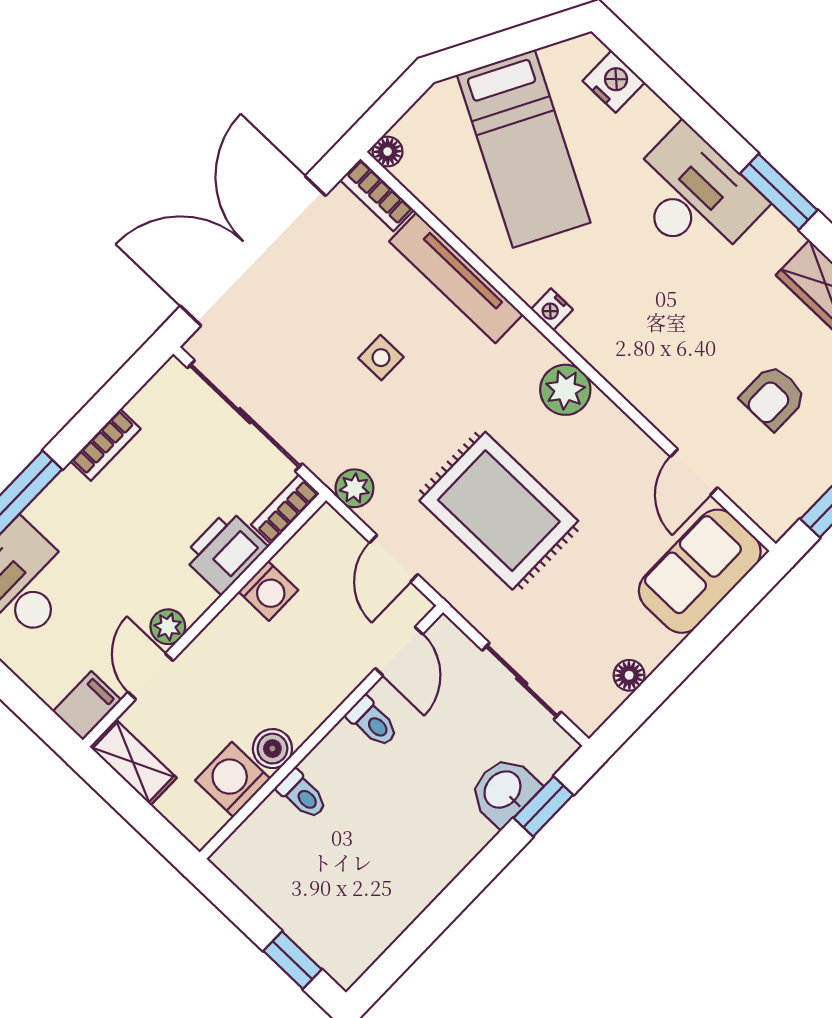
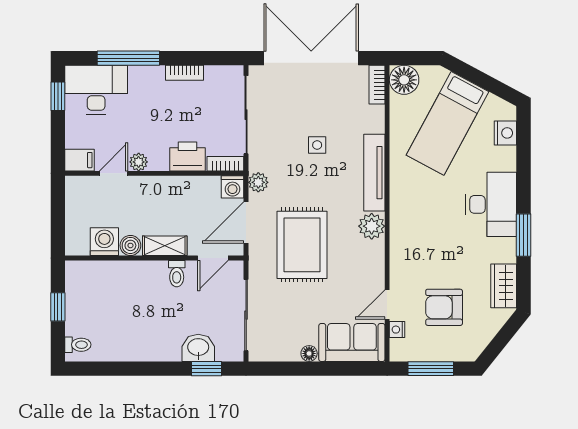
floor lamp: (388, 152) -> (404, 80), width x1.89, depth x1.89
tv unit: (456, 278) -> (374, 173), moved
nightstand: (552, 309) -> (397, 330), moved
armchair: (773, 397) -> (444, 307), width x1.38, depth x1.38
door: (394, 558) -> (246, 222), width x1.38
washing machine: (268, 591) -> (233, 187), moved
floor lamp: (629, 675) -> (309, 353), moved
sliding door: (522, 681) -> (246, 315), width x1.37
shelving: (133, 762) -> (165, 246), moved, turned 90
toilet: (302, 795) -> (78, 345), moved, turned -90
window: (292, 960) -> (58, 307), moved

